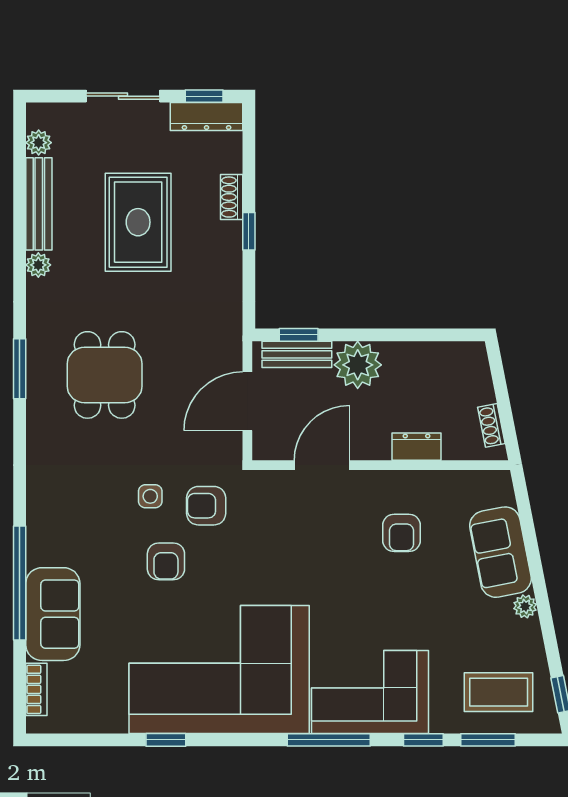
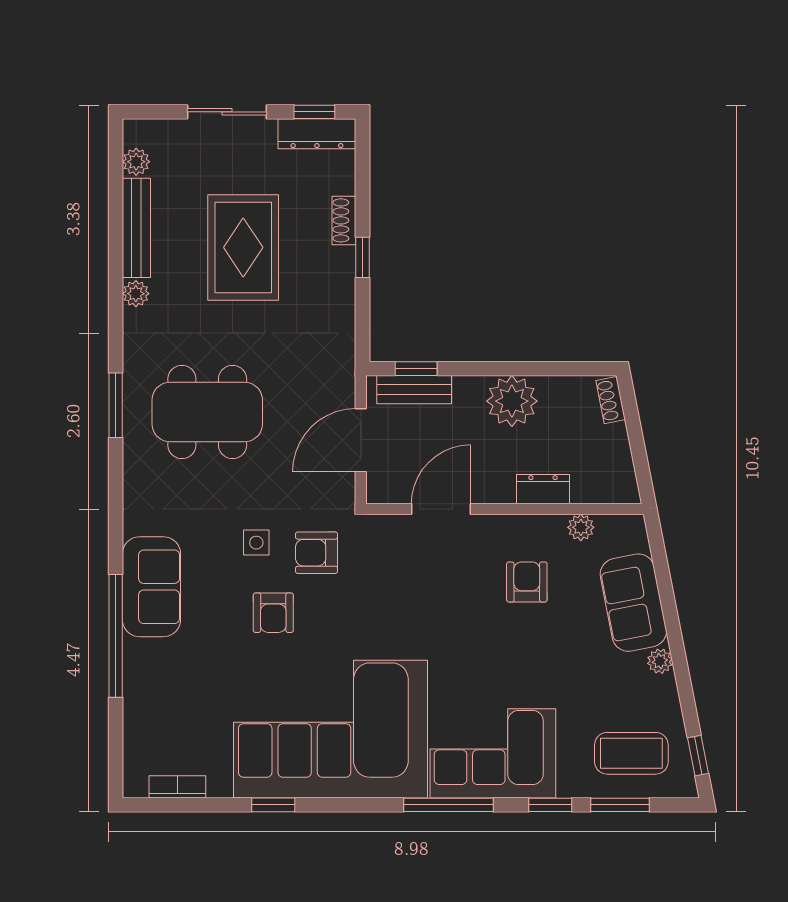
plant: (358, 365) -> (512, 401), moved
dining table: (105, 375) -> (207, 412), width x1.38
shoe rack: (491, 425) -> (611, 400), moved
plant: (452, 482) -> (581, 527), added
armchair: (401, 533) -> (527, 582), turned 180
sofa: (53, 614) -> (151, 587), moved
bookcase: (36, 689) -> (177, 787), moved, turned -90

